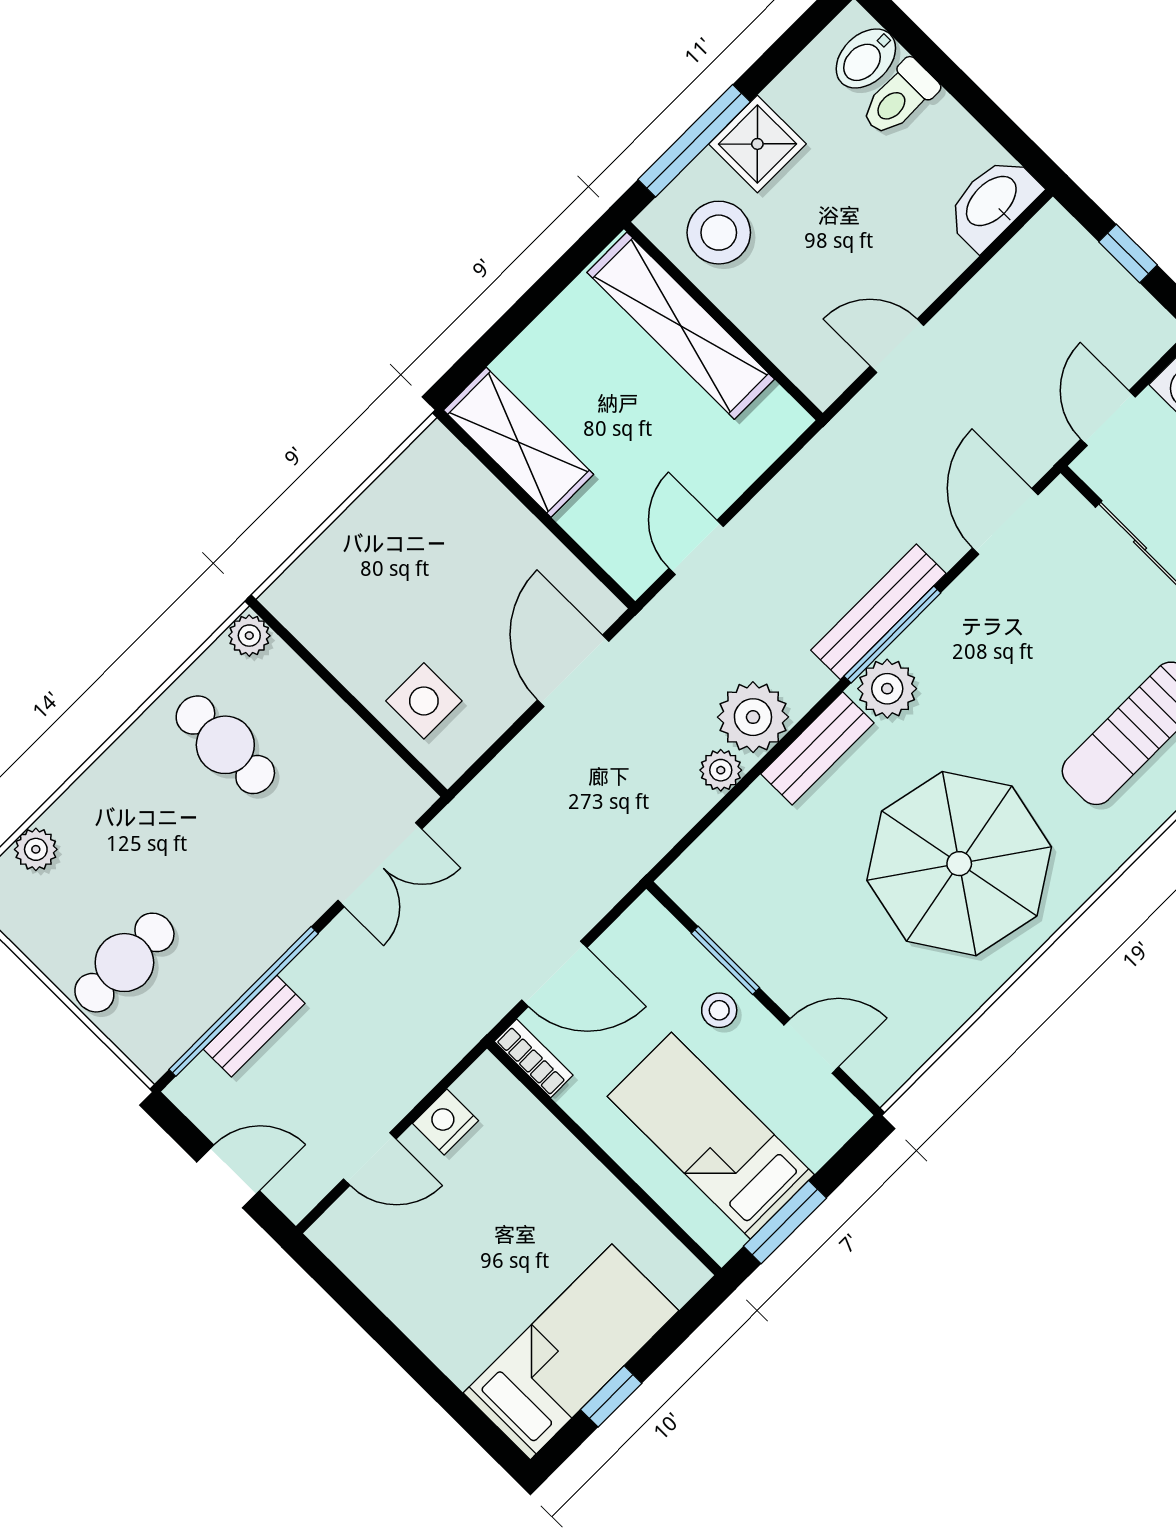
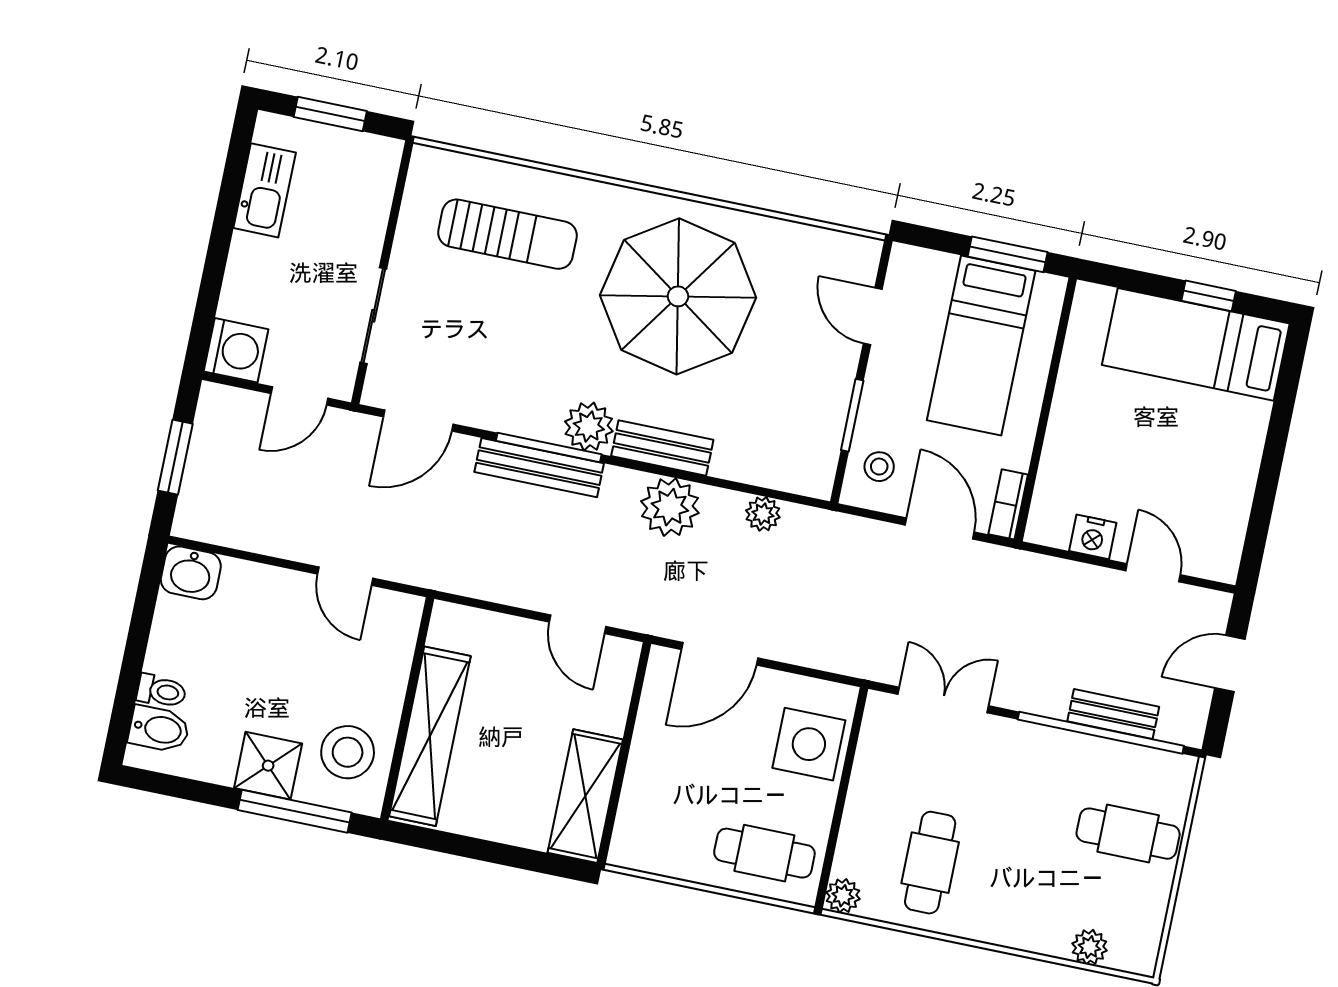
toilet: (899, 98) -> (161, 691), width x0.73, depth x0.72
washbasin: (992, 202) -> (191, 573), width x0.72
window: (1128, 253) -> (175, 457), width x1.50
door: (696, 547) -> (577, 624), hinge flipped
cafe table: (344, 585) -> (764, 853), added
side table: (424, 701) -> (809, 744), width x1.37, depth x1.37
plant: (721, 770) -> (763, 514), moved
stool: (719, 1010) -> (879, 467), moved
door: (228, 1176) -> (1230, 664), hinge flipped

